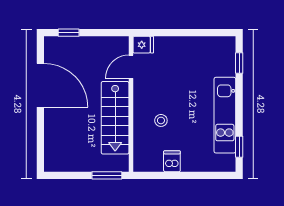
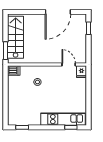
kitchen unit: (225, 115) -> (63, 119), moved
stairs: (115, 118) -> (16, 37), moved, turned 90
dishwasher: (172, 161) -> (14, 71), moved

